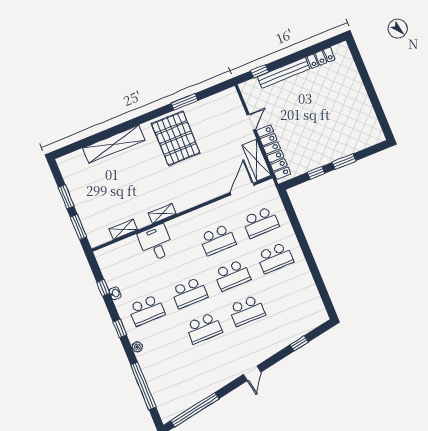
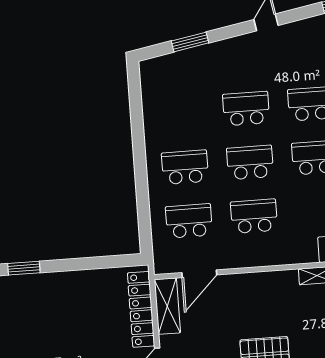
window: (344, 161) -> (24, 268), moved
window: (316, 173) -> (93, 263), removed
window: (299, 343) -> (190, 42), width x1.50

